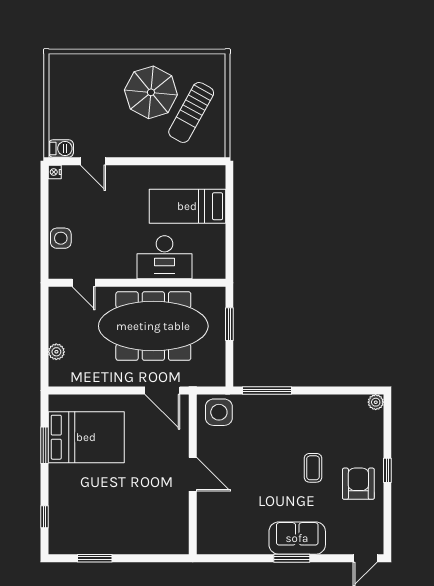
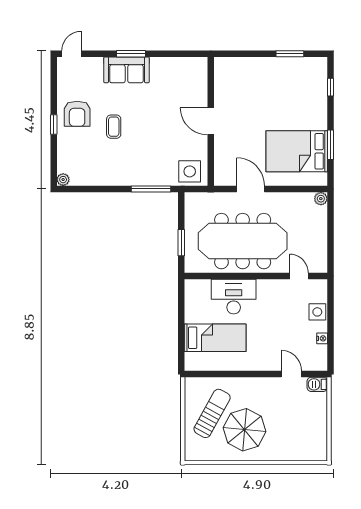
nightstand: (55, 172) -> (322, 338), moved
plant: (56, 352) -> (321, 199), moved
door: (162, 391) -> (251, 189), moved

